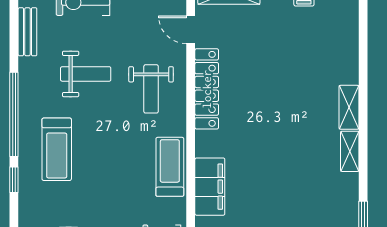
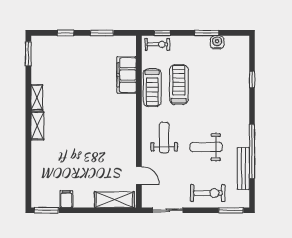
bench: (27, 32) -> (243, 169), width x1.36
locker: (207, 89) -> (129, 138), removed
window: (14, 114) -> (252, 151), moved
treadmill: (57, 149) -> (179, 85), moved

